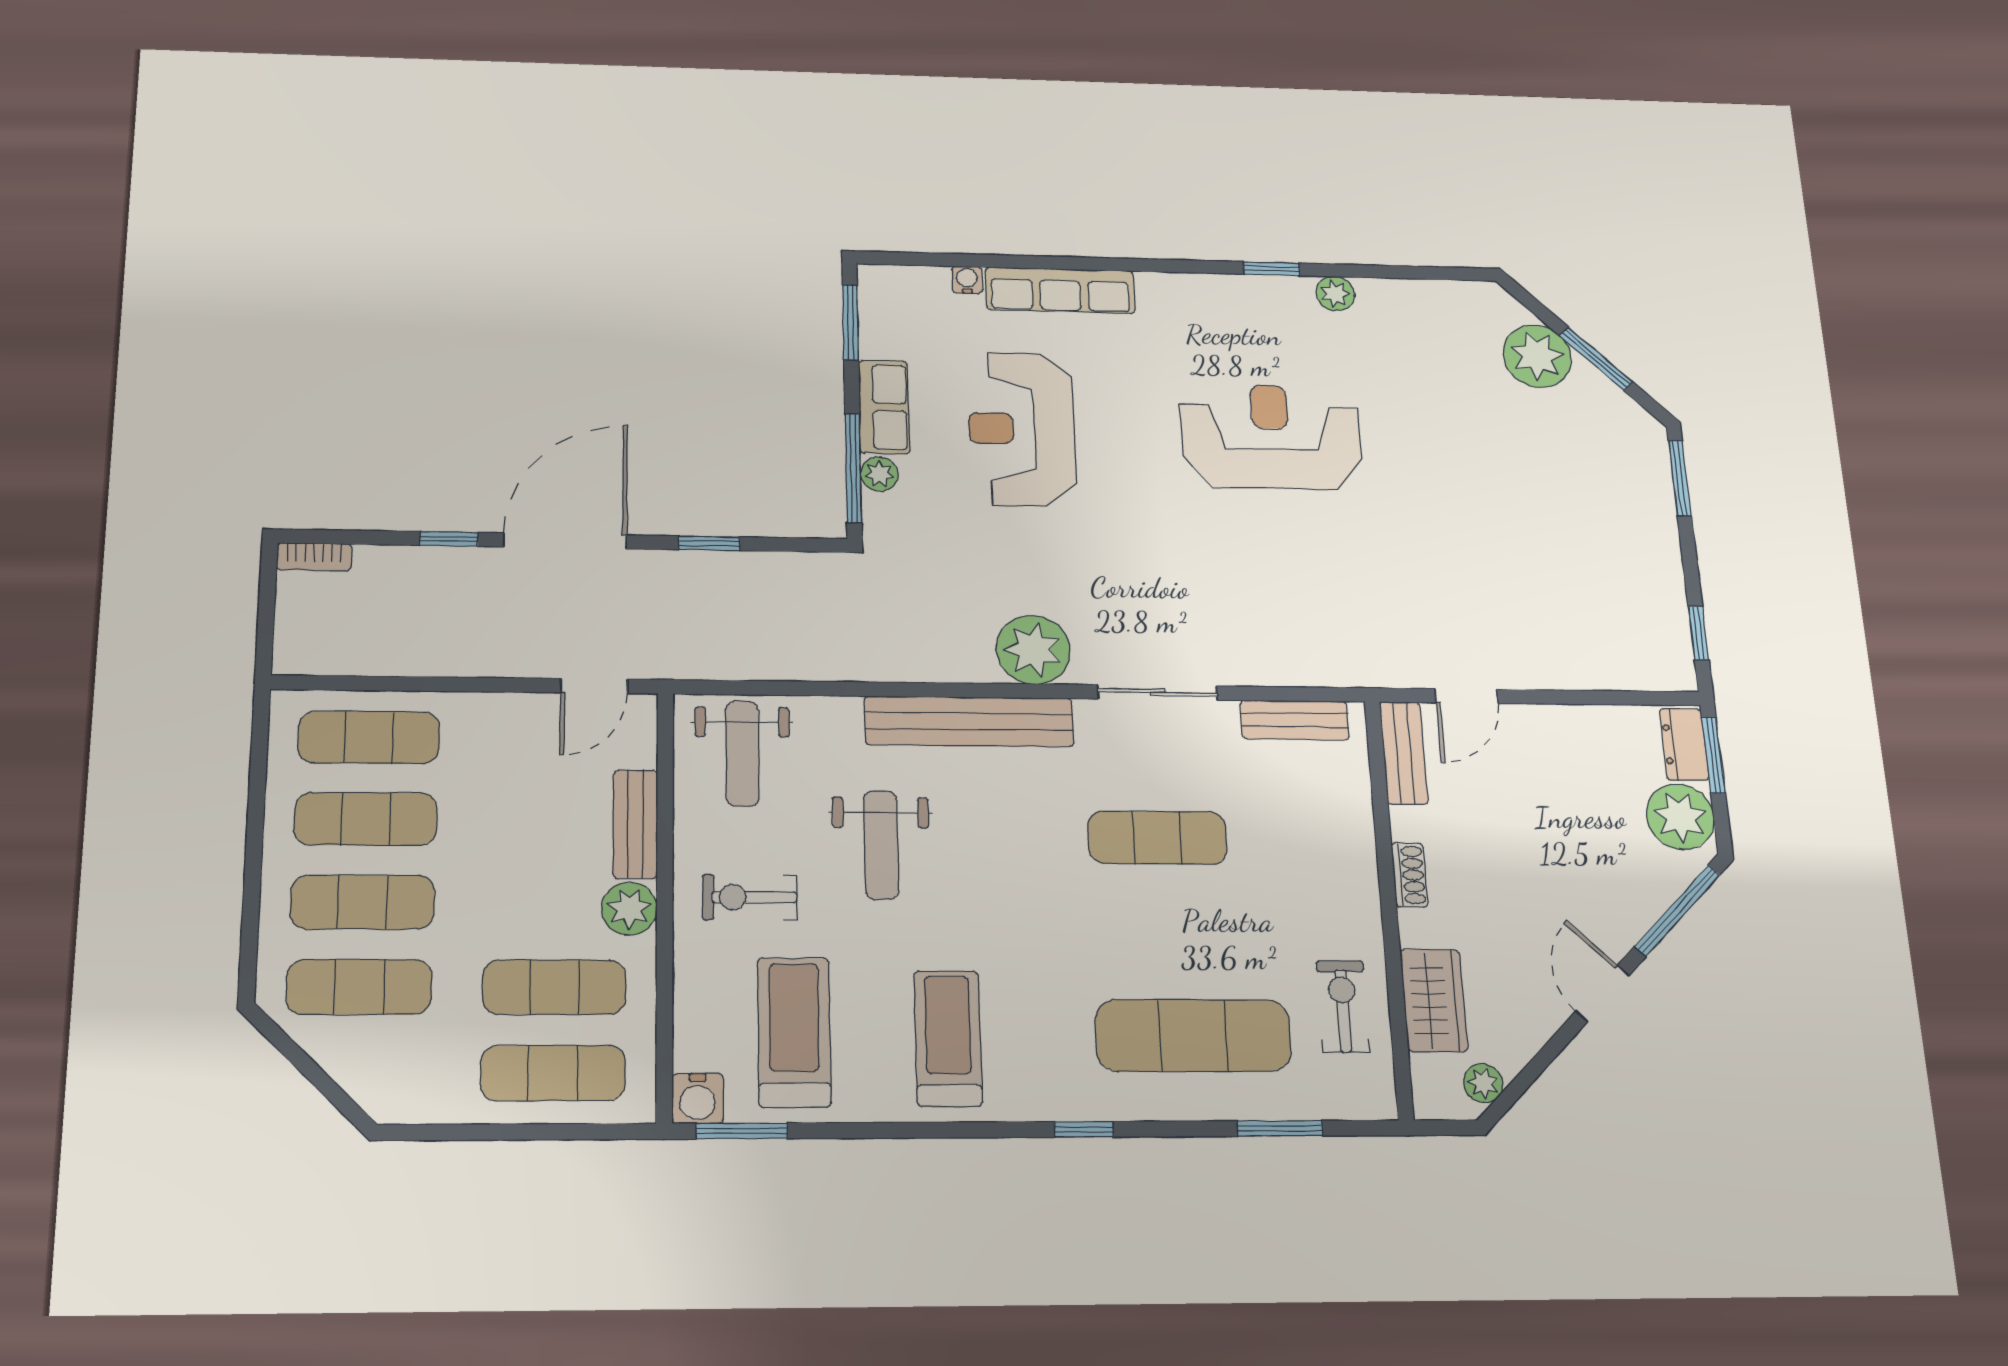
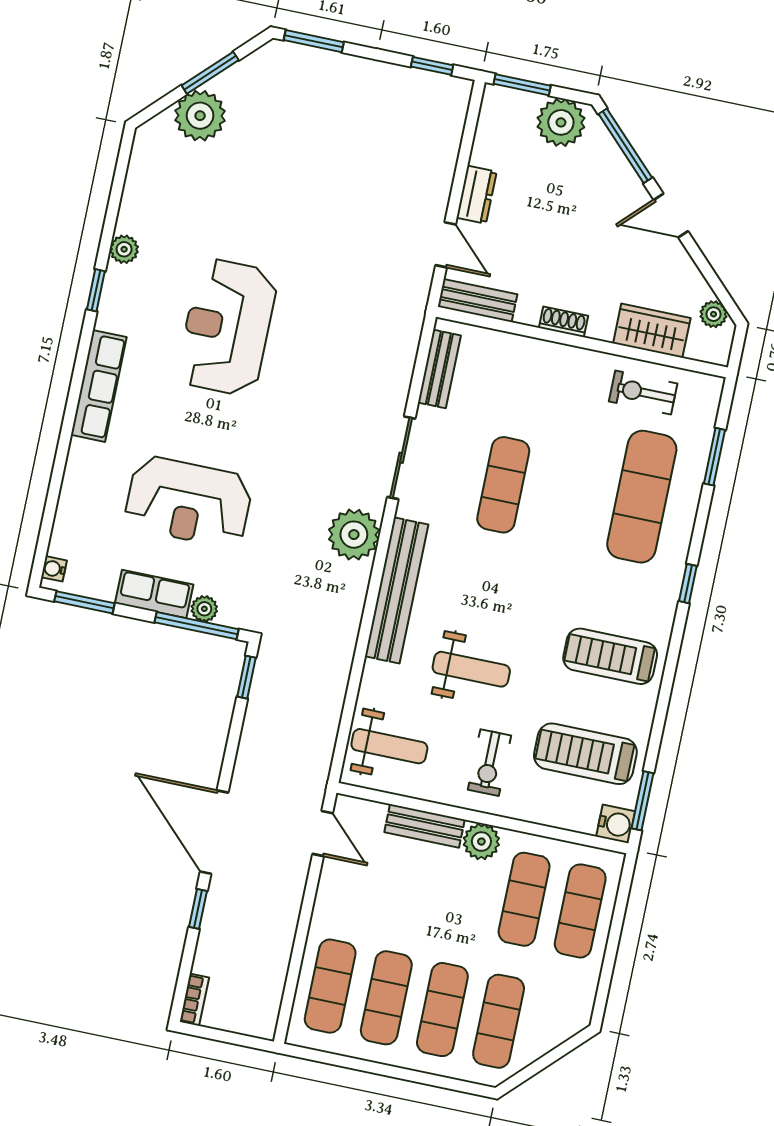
water cooler: (967, 280) -> (54, 569), moved
row of seats: (1060, 290) -> (99, 386), moved
window: (709, 543) -> (246, 677), moved
dresser: (1684, 744) -> (477, 195), moved, turned -90

